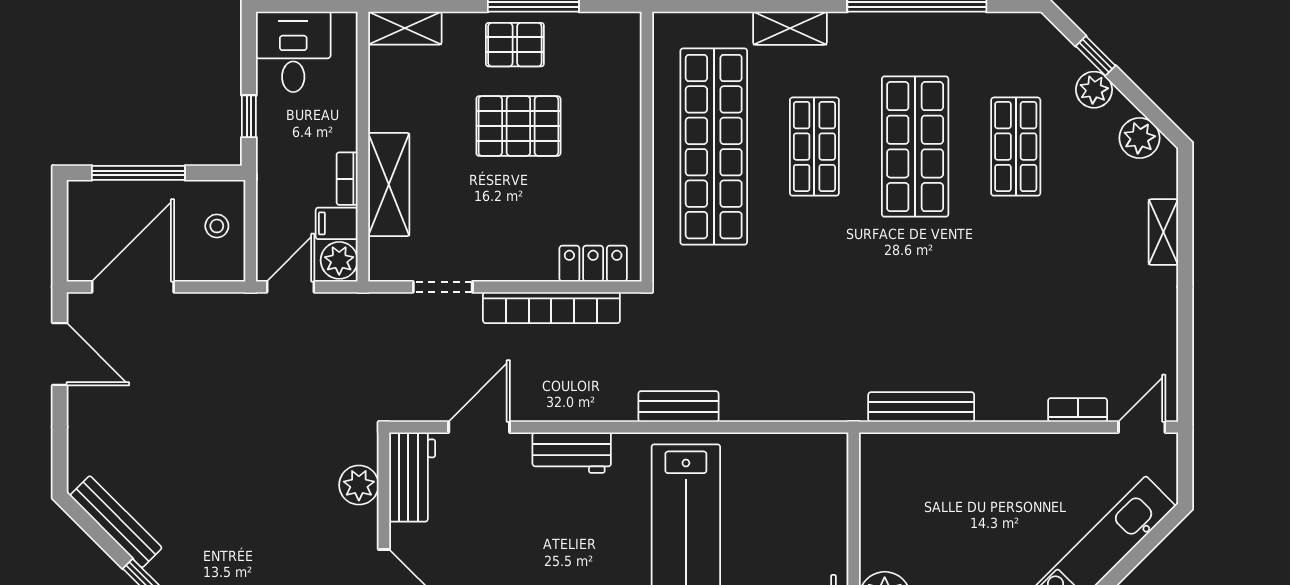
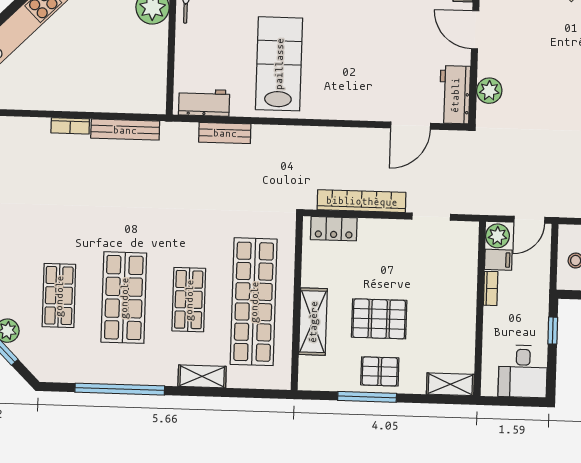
shelving: (389, 185) -> (313, 322), moved
bench: (678, 406) -> (225, 133), moved
bookcase: (1078, 410) -> (70, 126), moved
workbench: (572, 453) -> (204, 103), moved

